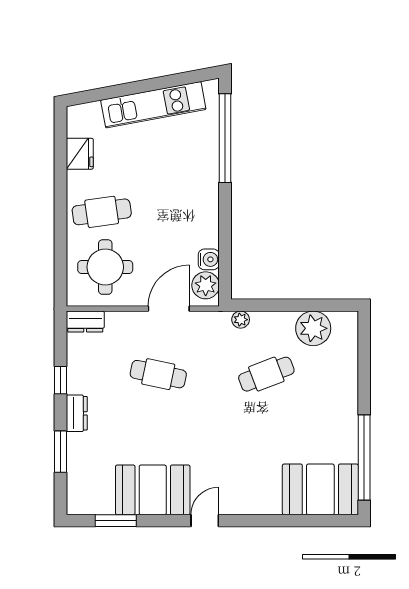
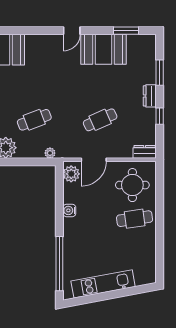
fridge: (80, 154) -> (148, 254), removed
water cooler: (209, 259) -> (69, 210), moved
cafe table: (158, 374) -> (100, 120), turned -36

